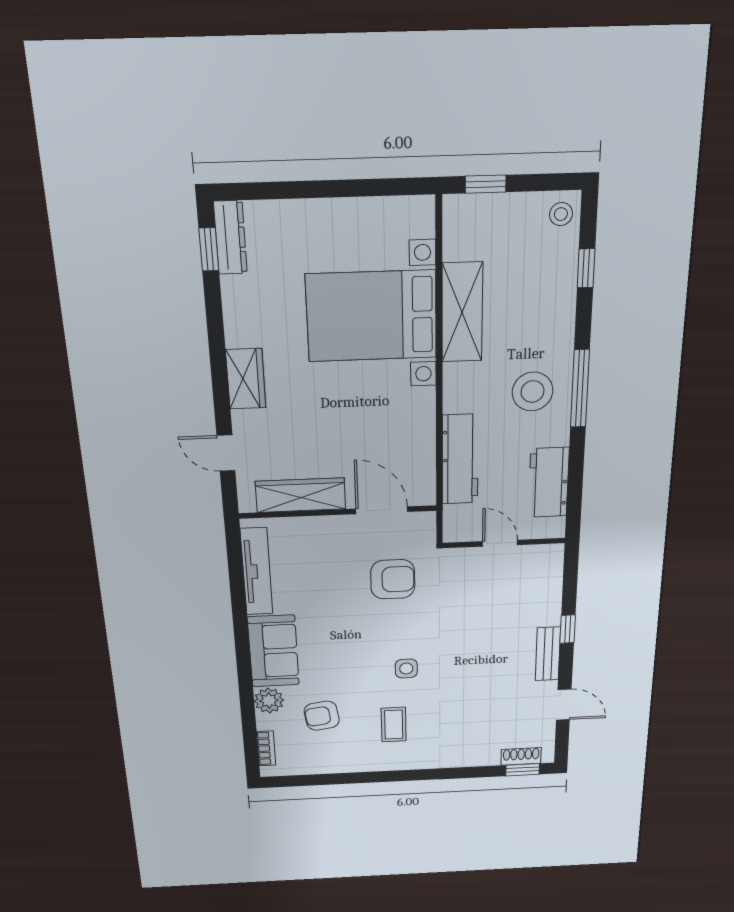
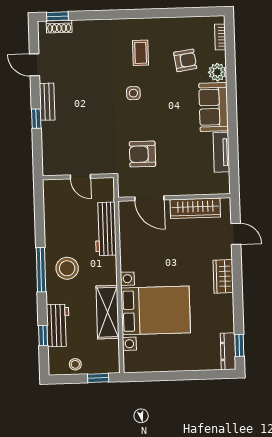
stool: (561, 214) -> (75, 364), moved
workbench: (549, 483) -> (58, 325), moved
tv unit: (257, 572) -> (221, 152), width x0.71

